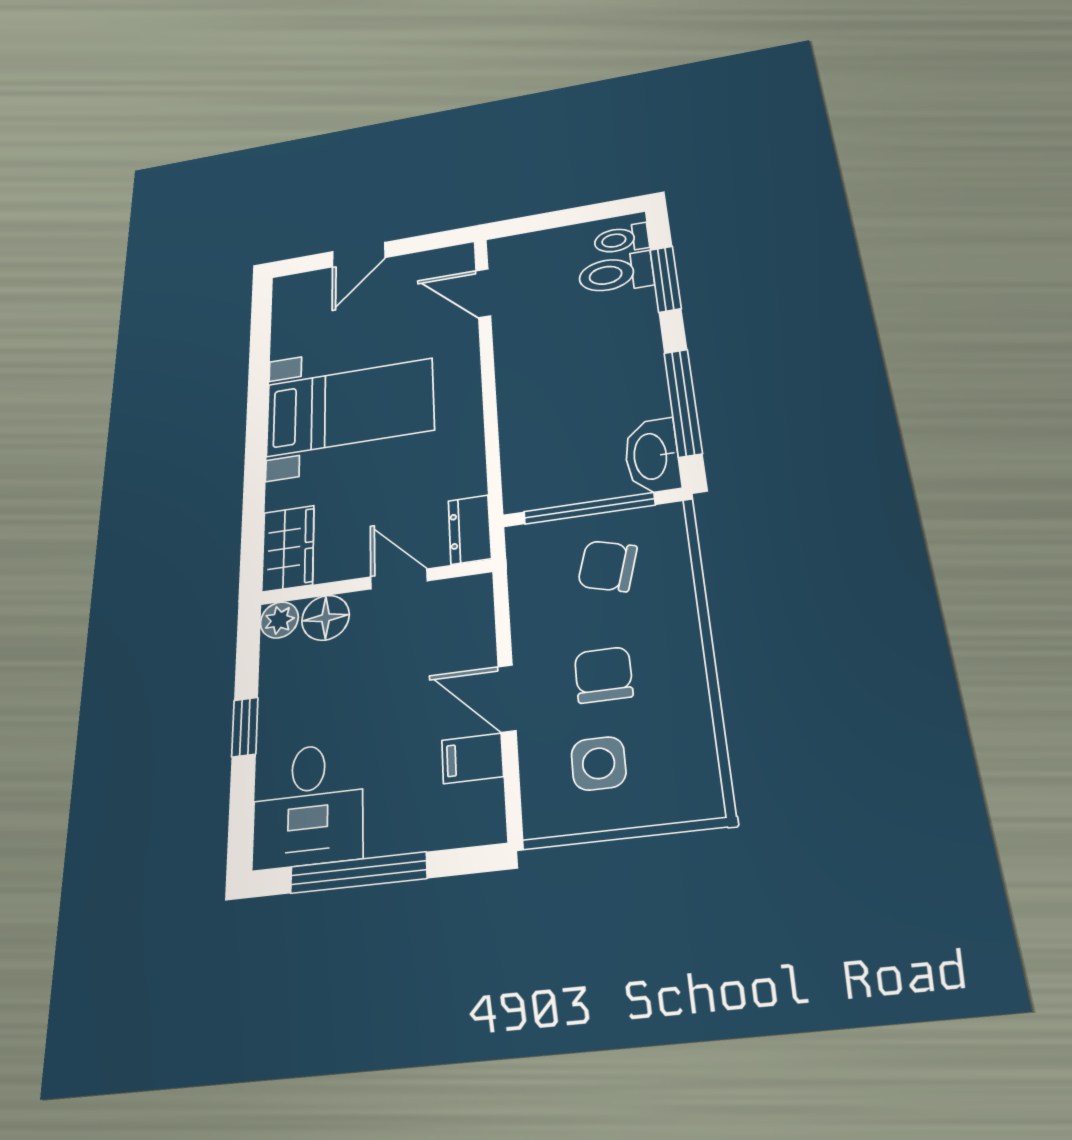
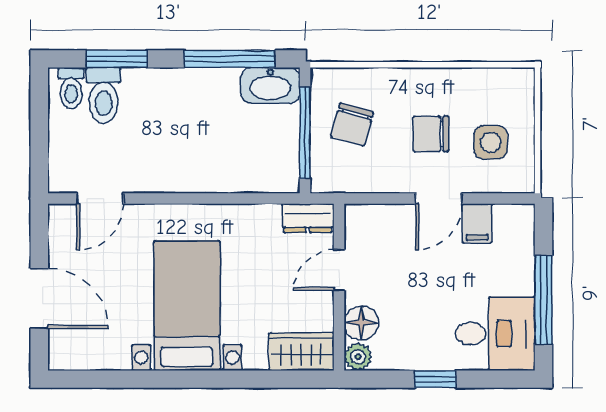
door: (359, 255) -> (39, 298), width x1.38

